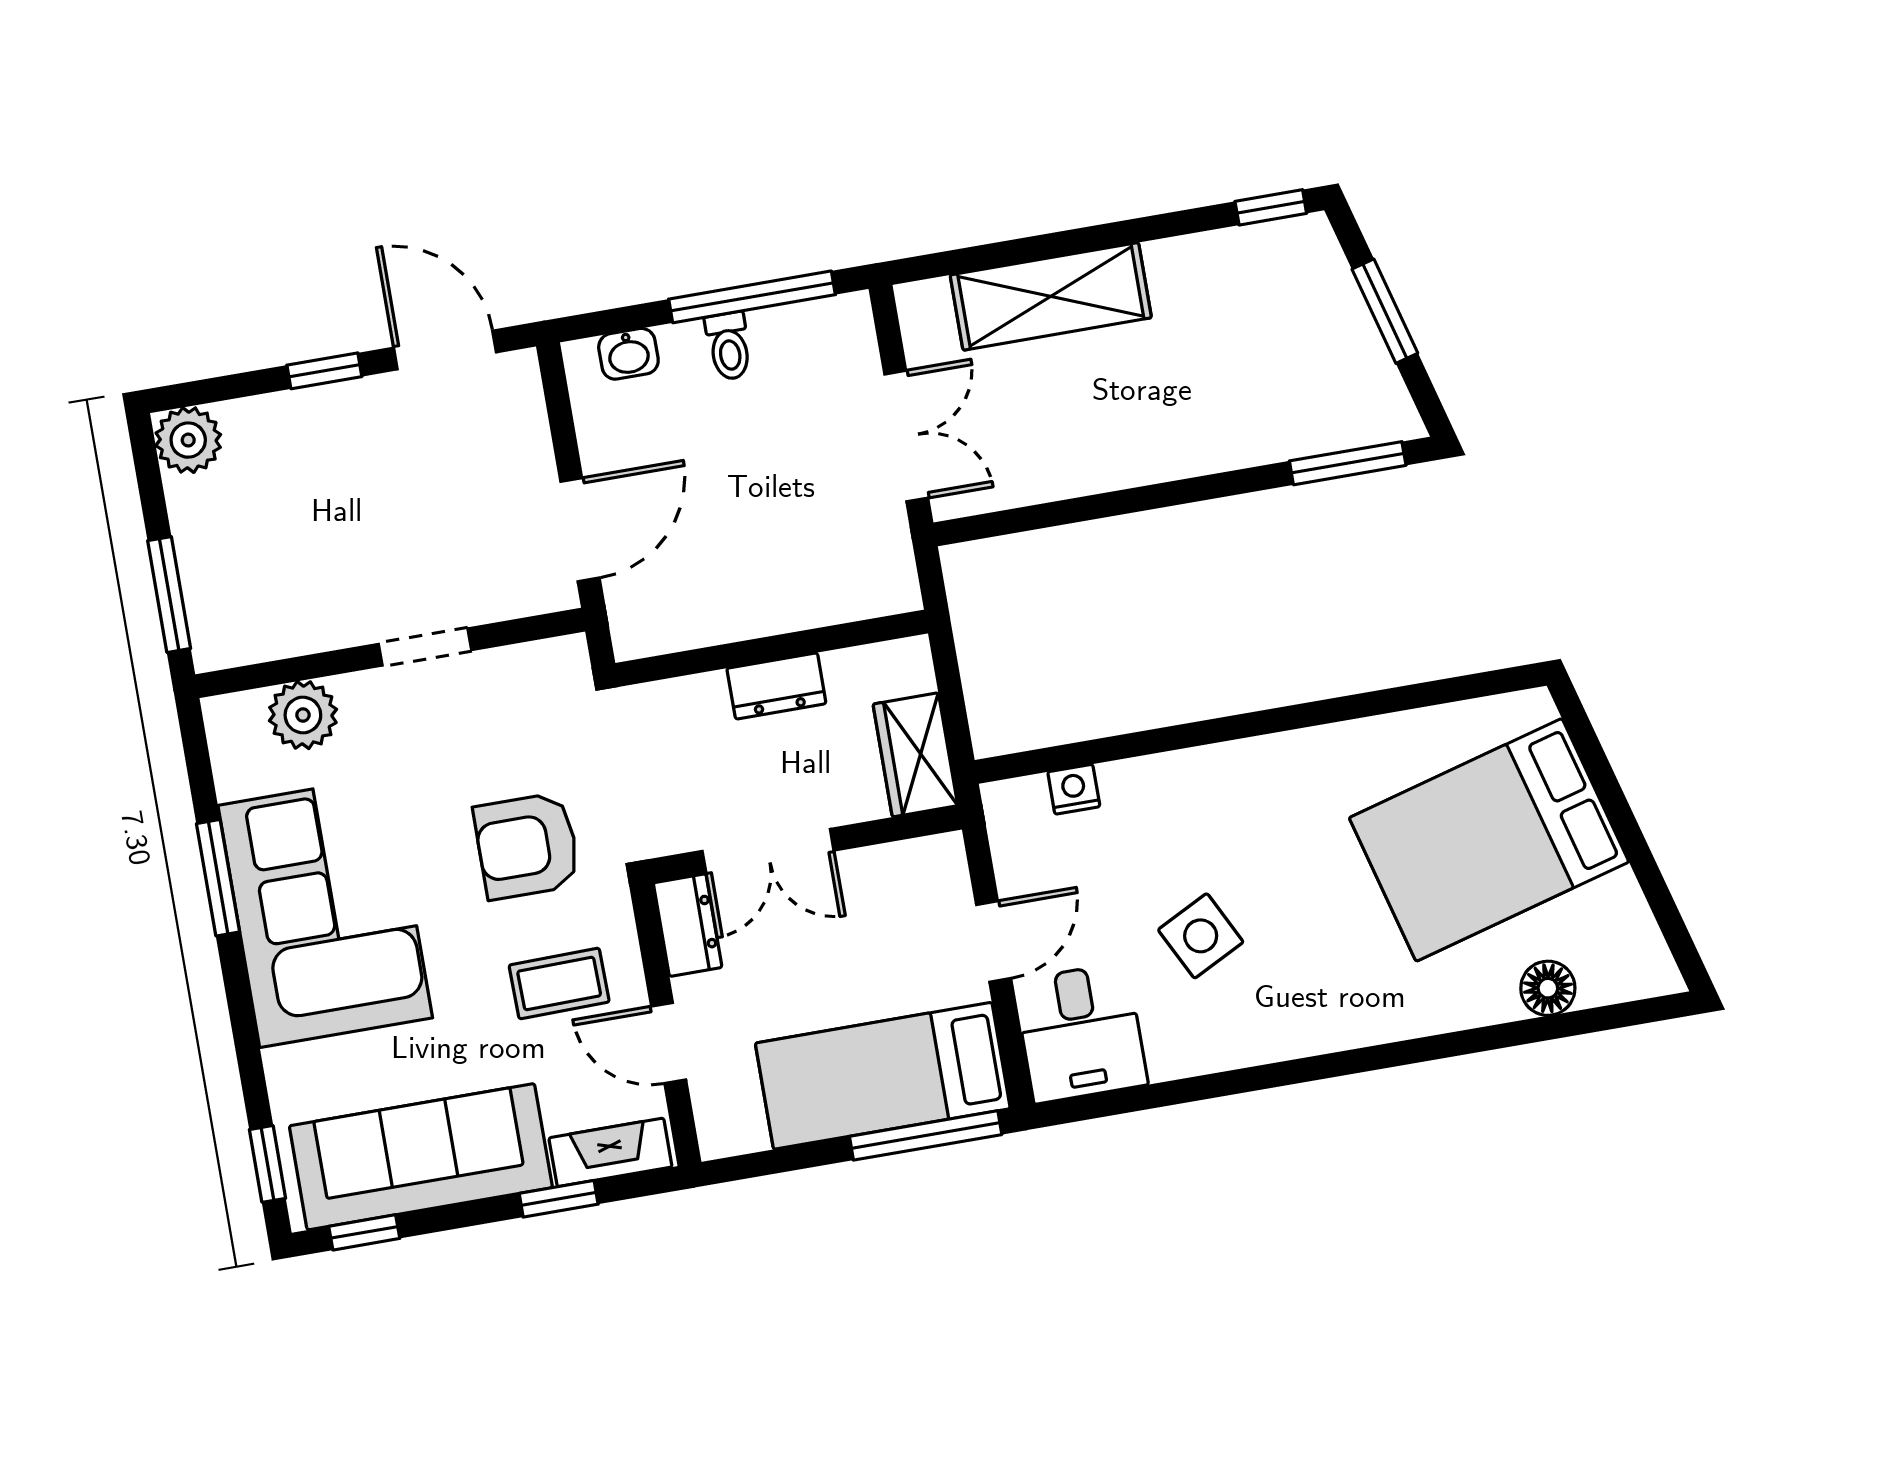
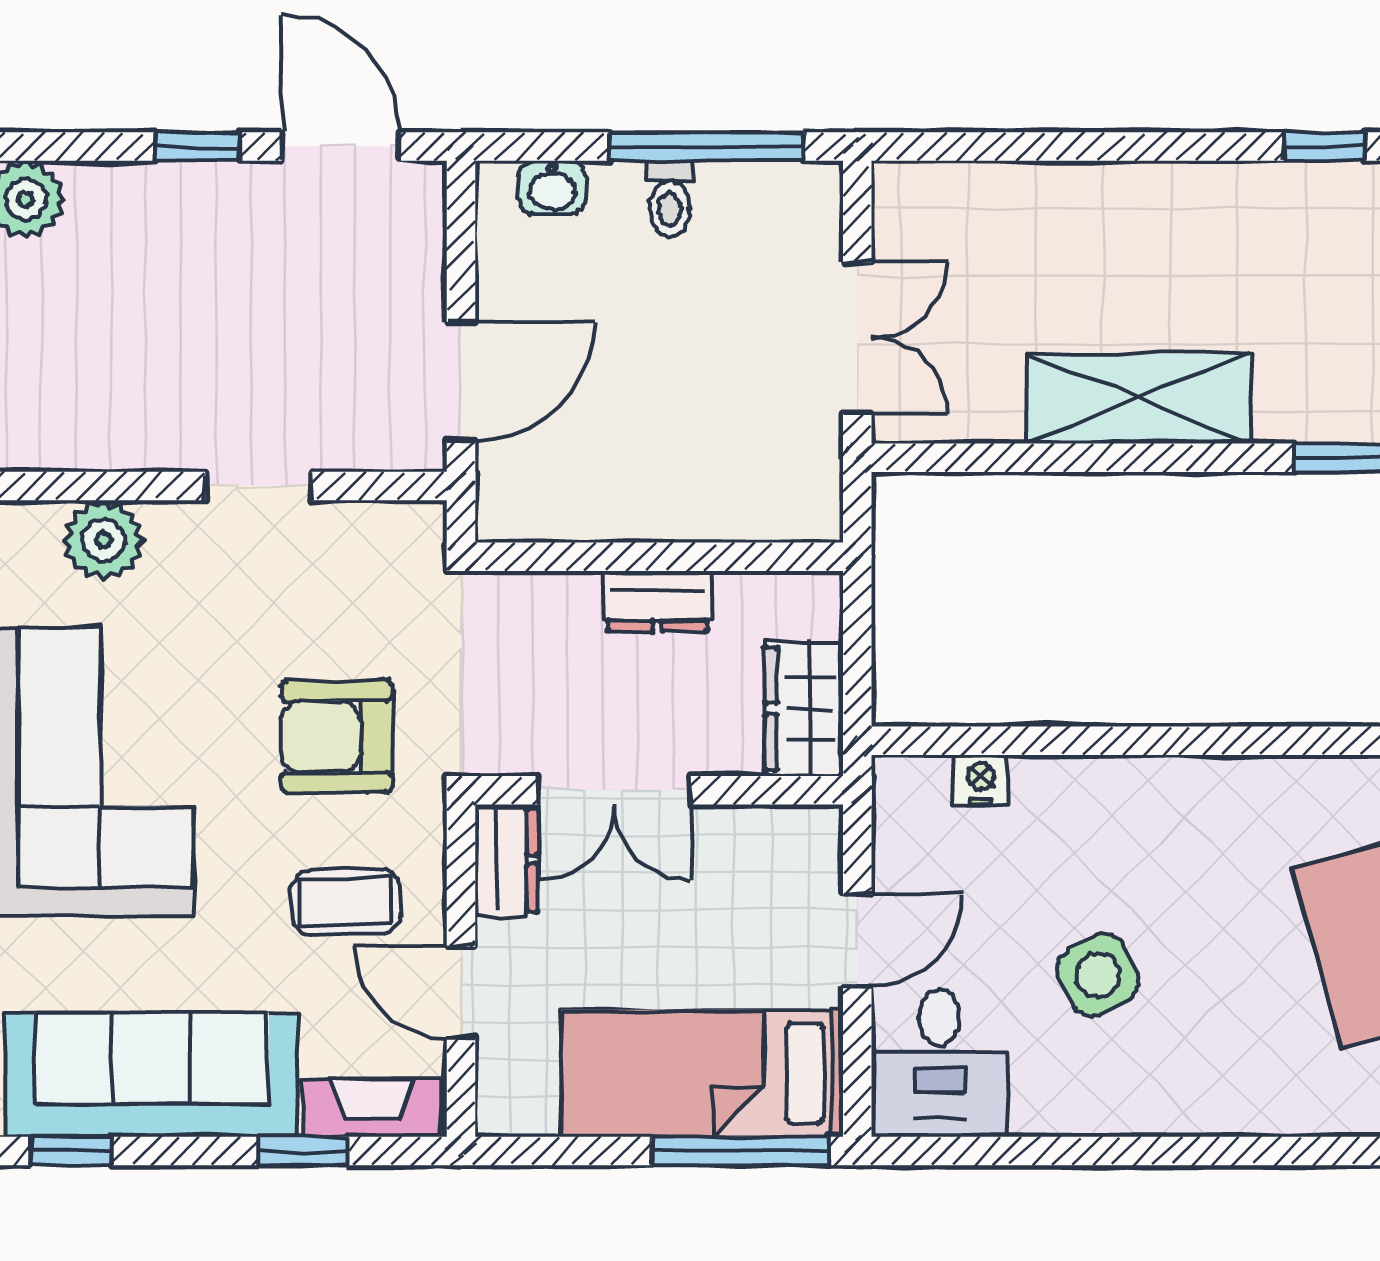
shelving: (1051, 296) -> (1139, 399), moved

